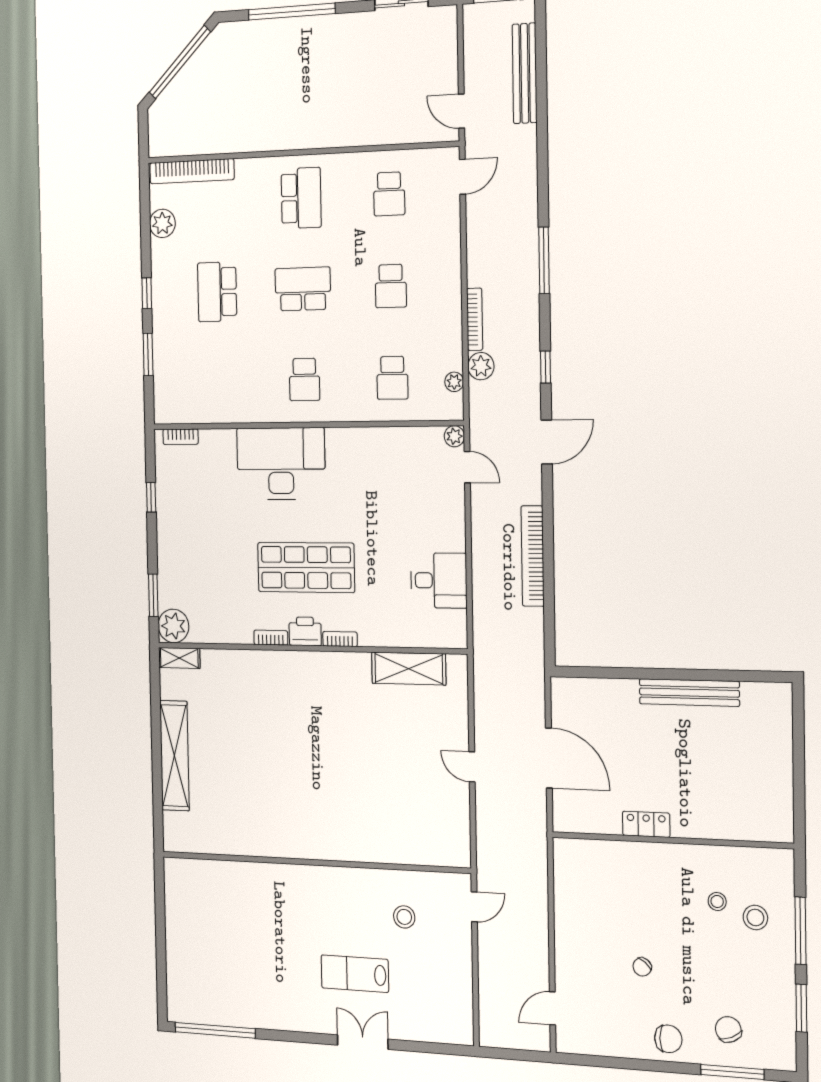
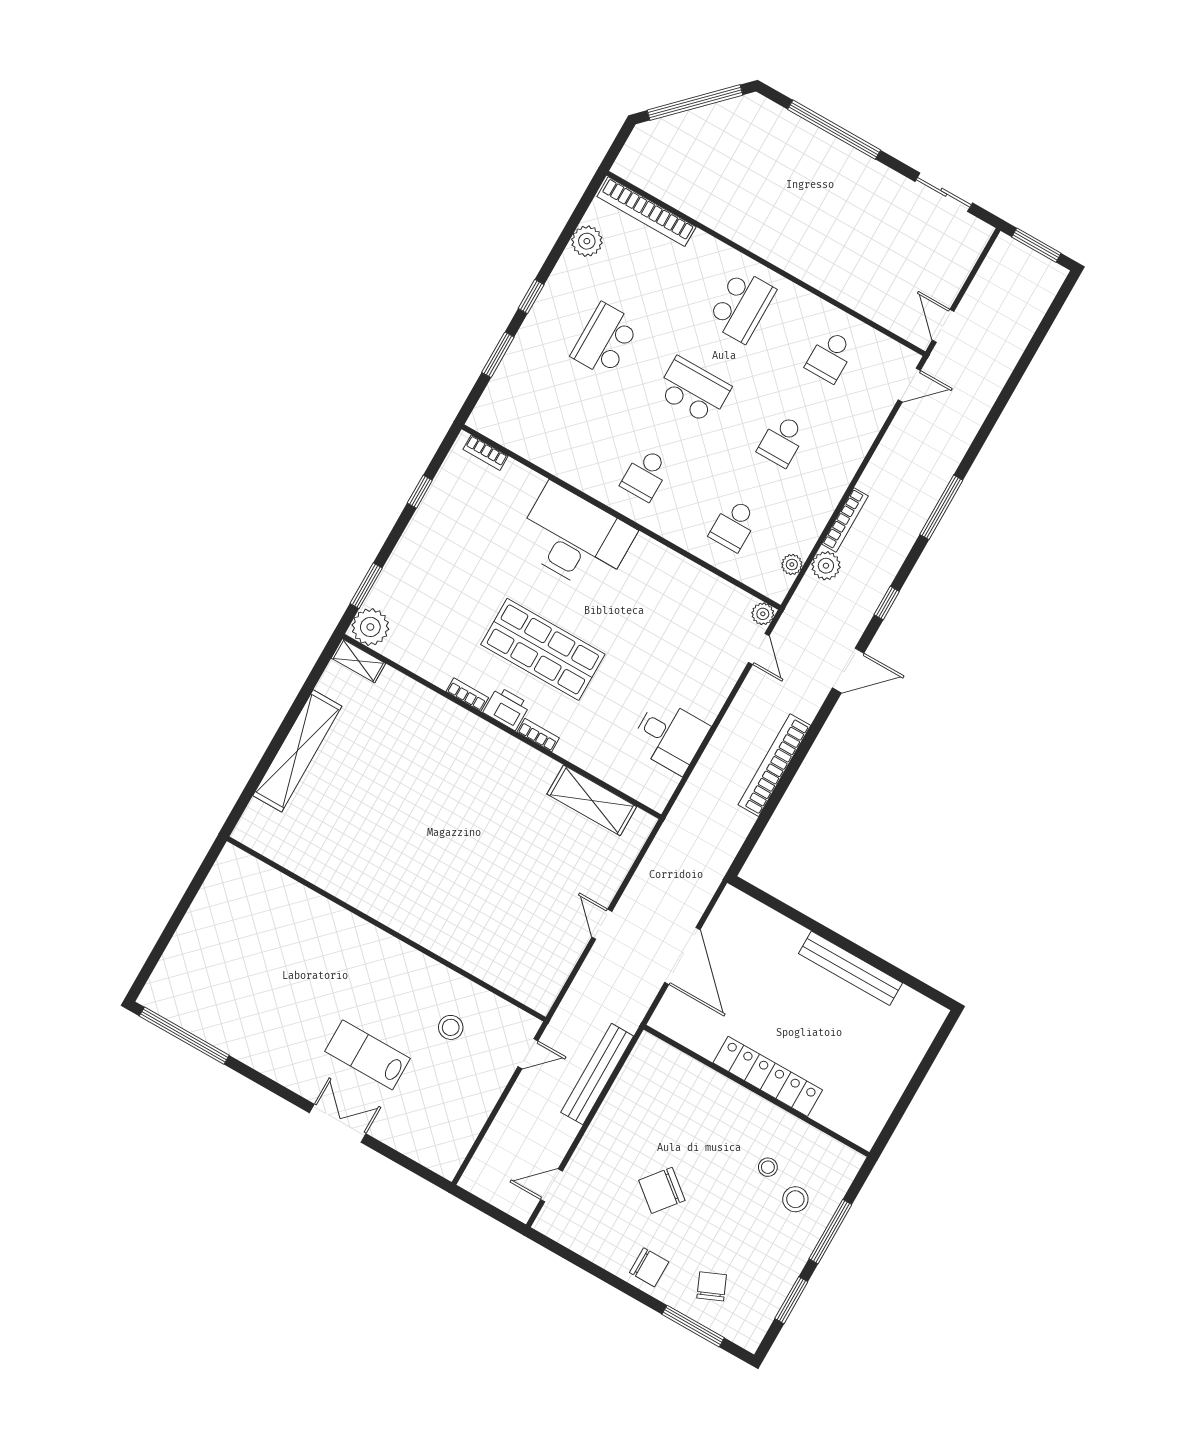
bench: (525, 73) -> (597, 1074), moved
locker: (646, 824) -> (768, 1076), width x2.16, depth x1.21
chair: (642, 967) -> (662, 1190), width x1.87, depth x1.87

